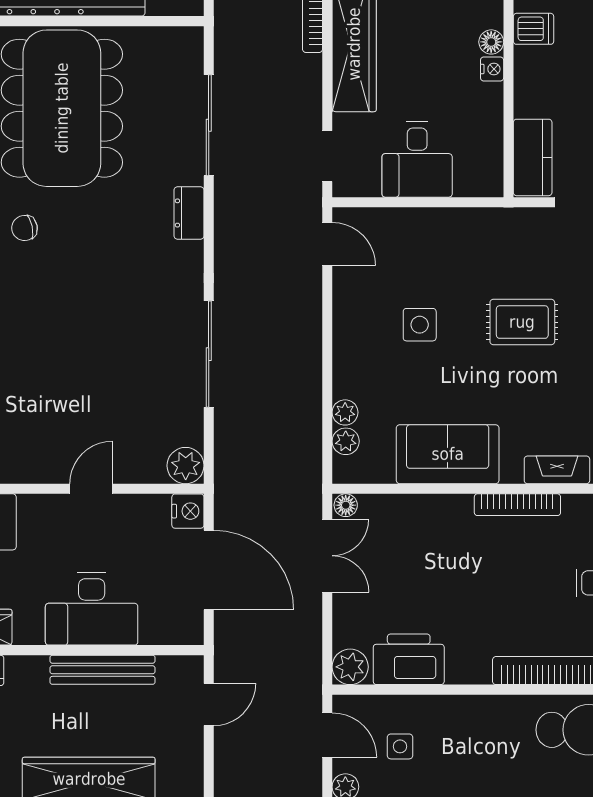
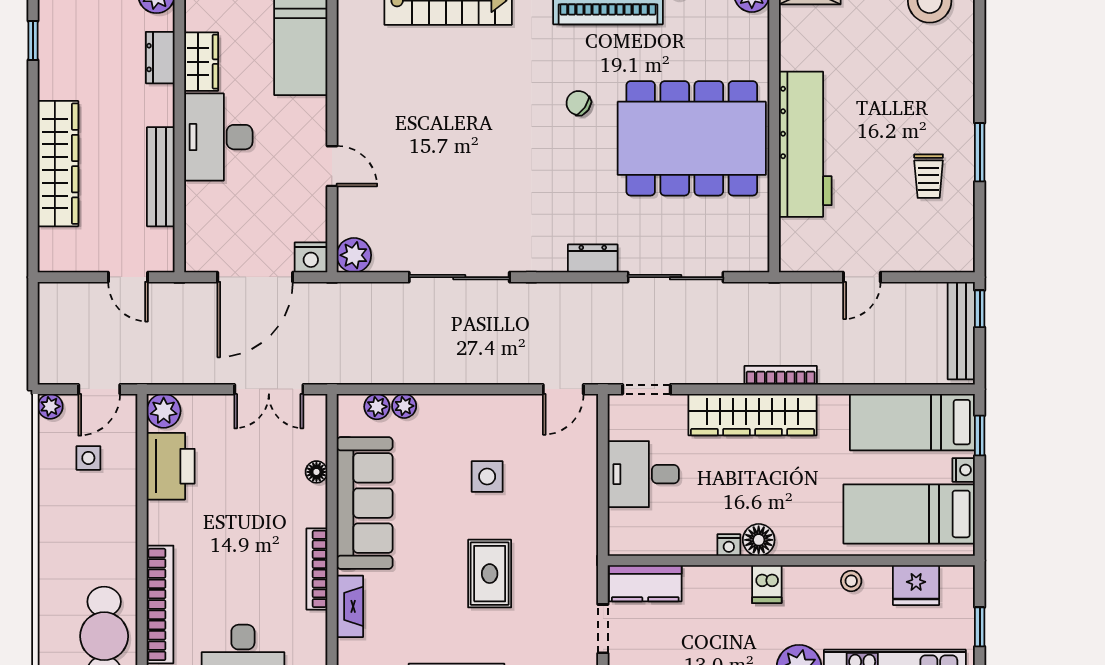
floor lamp: (491, 42) -> (759, 540), width x1.37, depth x1.37
chair: (25, 228) -> (578, 103), turned -43
sofa: (448, 454) -> (365, 503), width x1.36
floor lamp: (346, 505) -> (316, 472), moved
desk: (92, 609) -> (218, 137), moved

